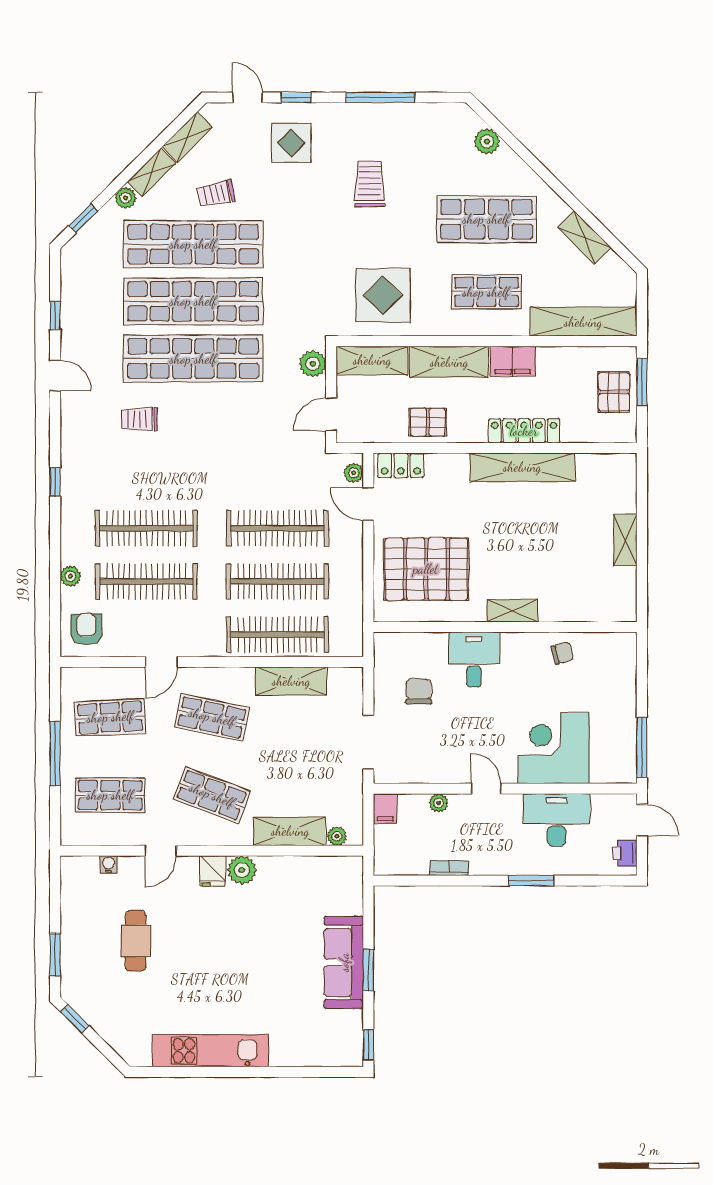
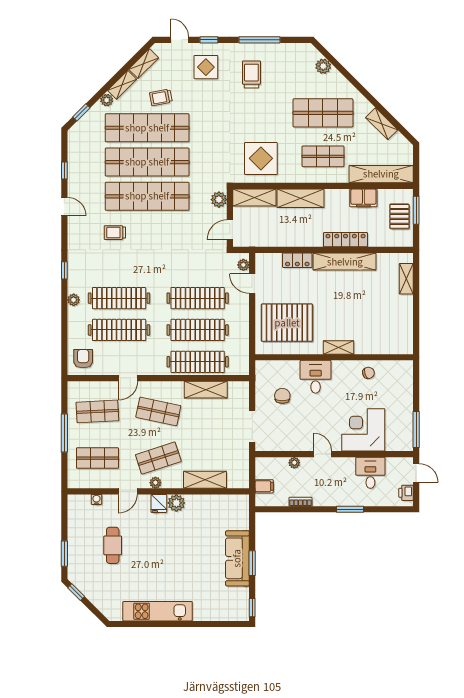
trolley: (370, 184) -> (251, 74), moved
filing cabinet: (513, 361) -> (363, 198), moved
pallet: (428, 422) -> (288, 234), removed
locker: (401, 465) -> (297, 260), moved
shelving: (625, 540) -> (406, 279), moved
plant: (70, 576) -> (74, 300), moved
shop shelf: (212, 795) -> (158, 458), turned -39
filing cabinet: (385, 808) -> (264, 486), moved, turned -90
desk: (557, 820) -> (370, 473), width x0.73
plant: (337, 836) -> (155, 483), moved

